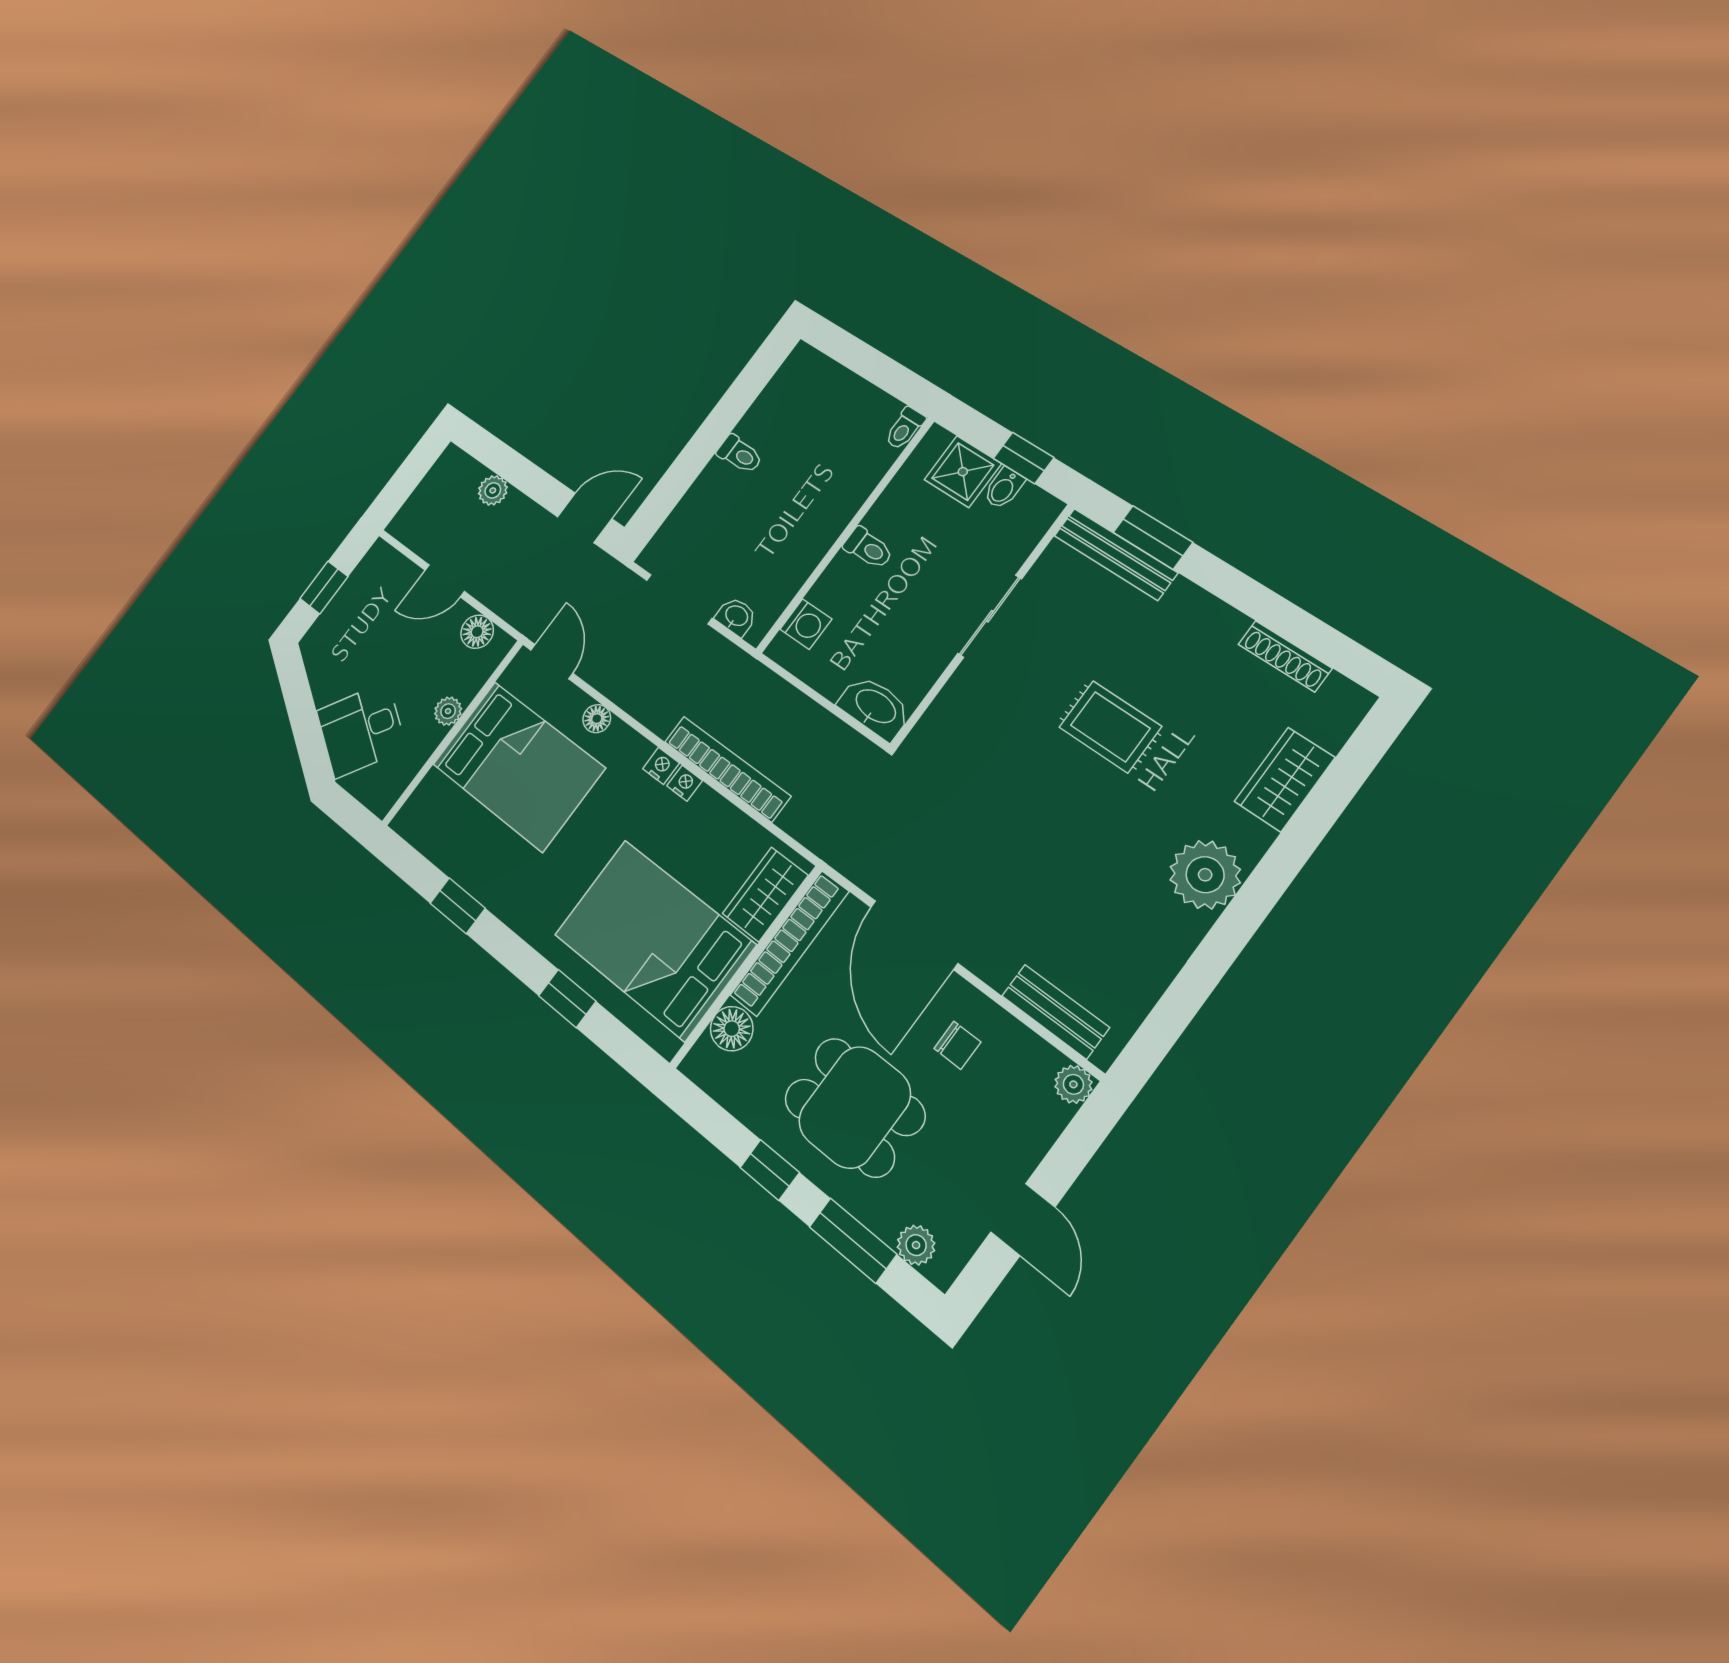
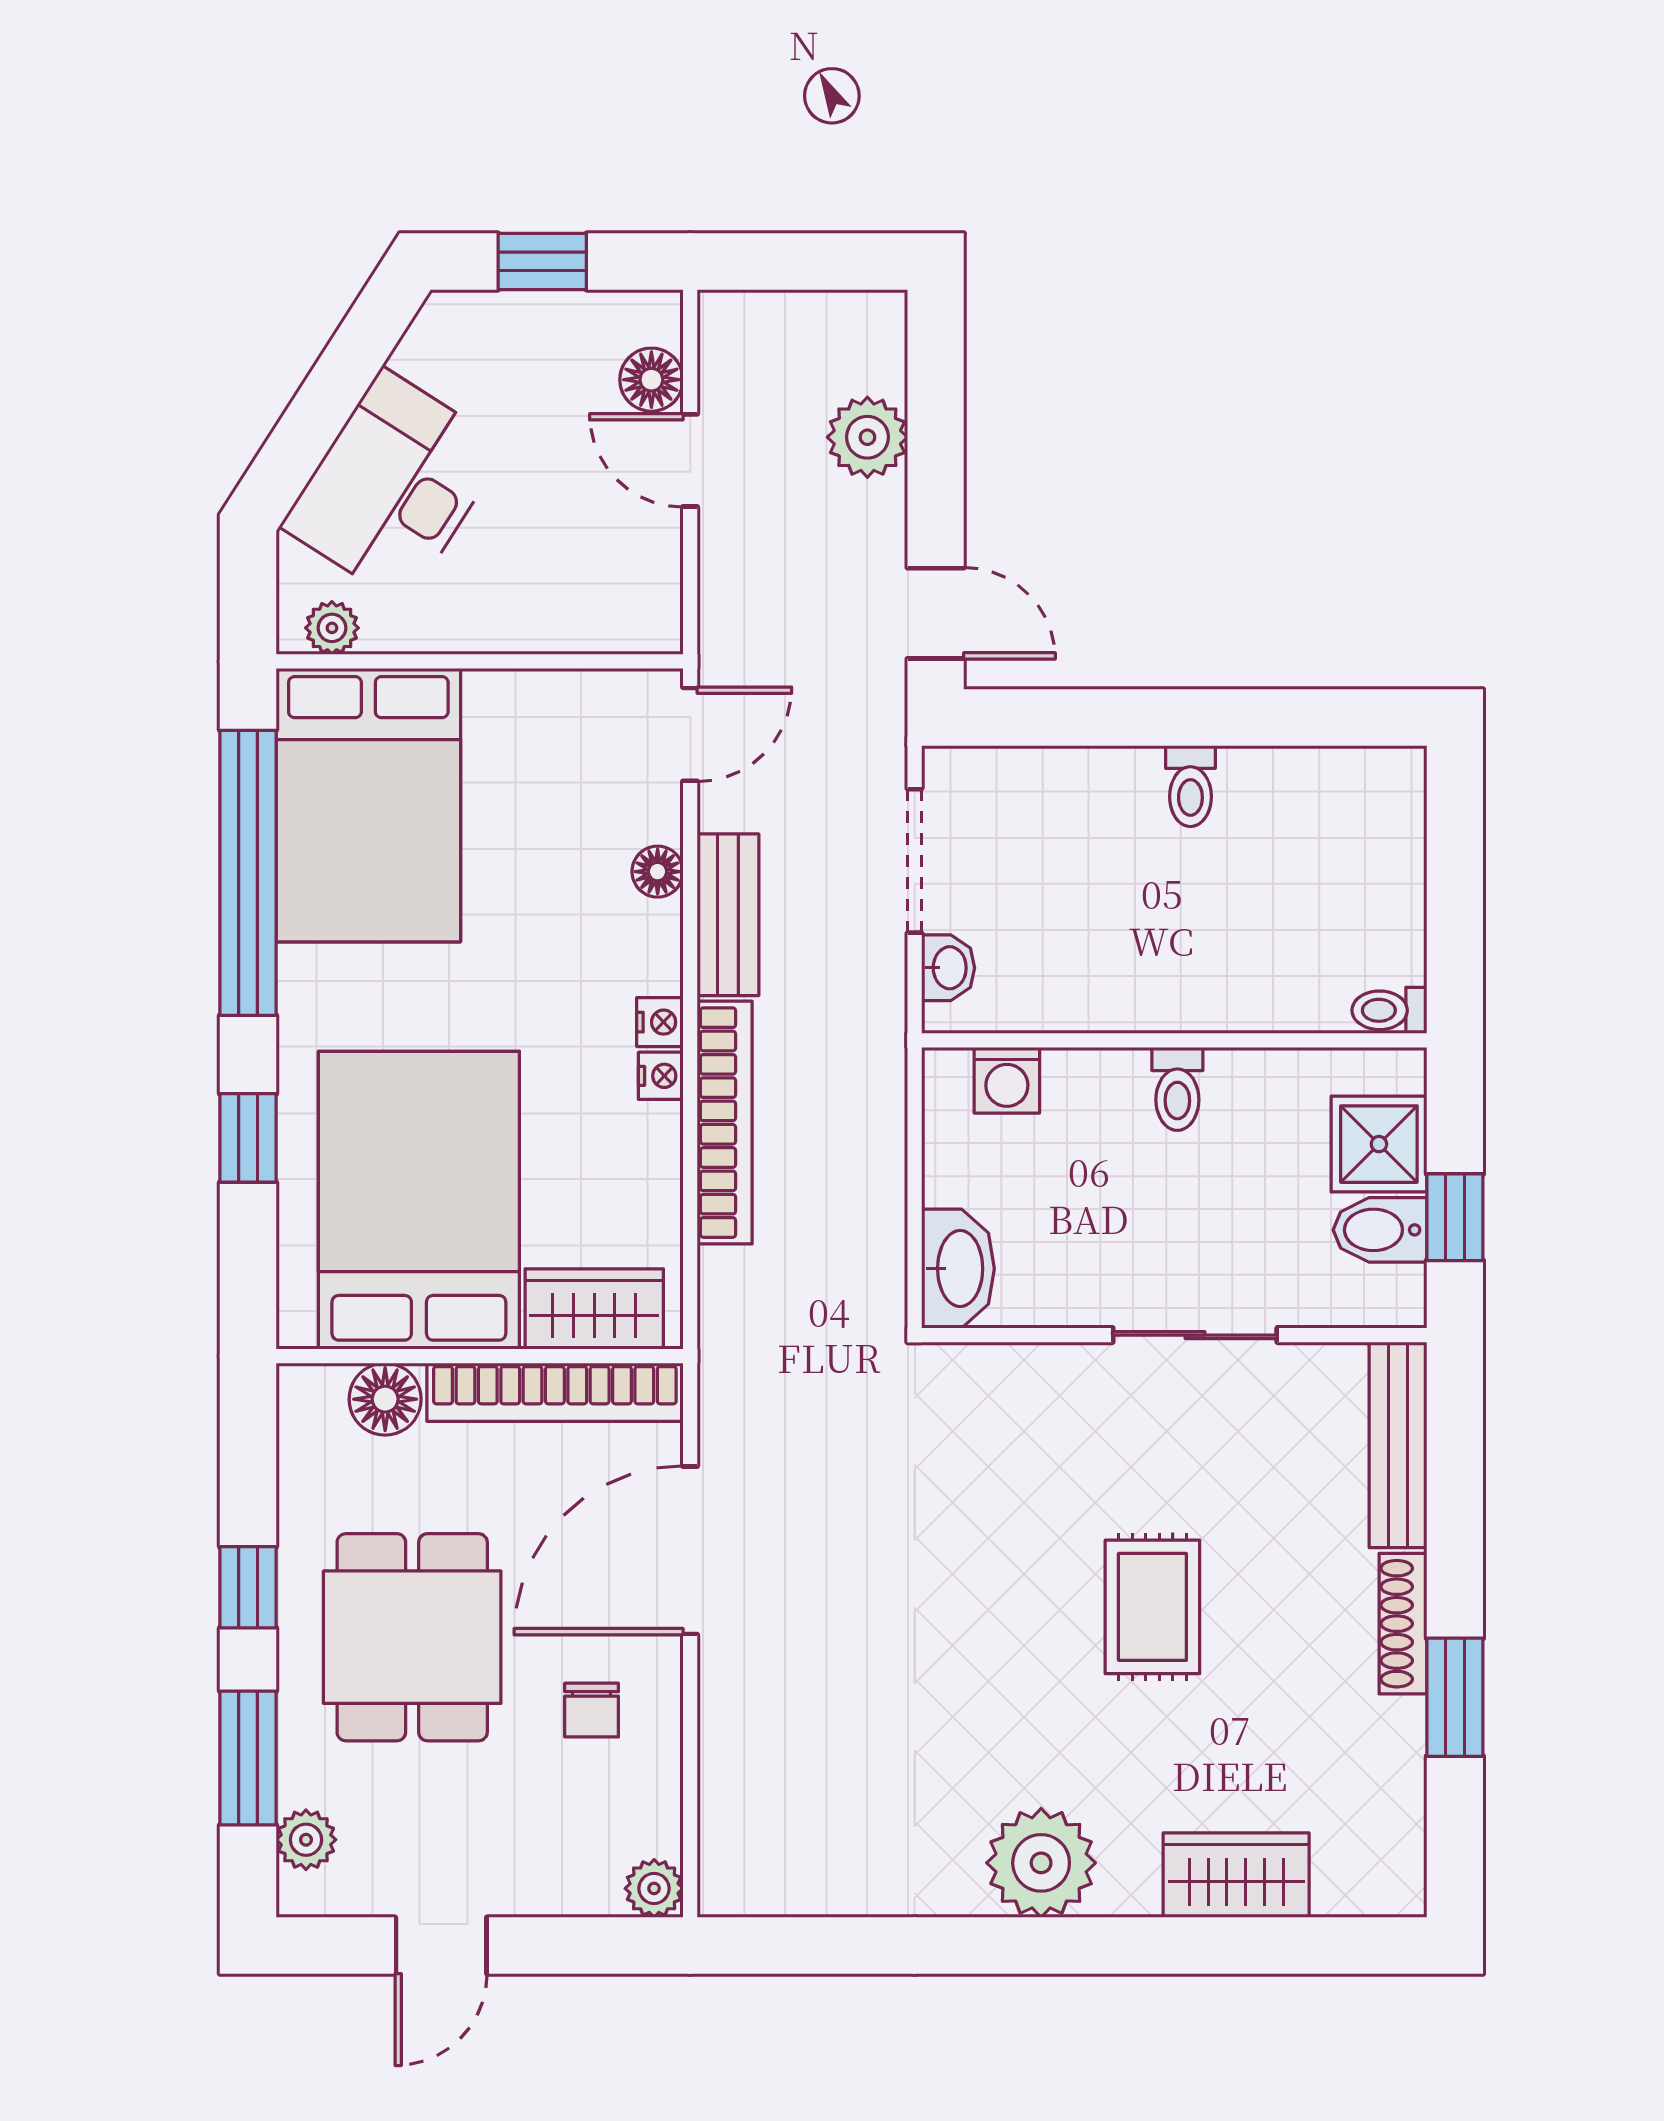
bidet: (1004, 488) -> (1380, 1230), width x1.38, depth x1.36
plant: (493, 490) -> (867, 437), width x1.38, depth x1.38
window: (1153, 537) -> (1455, 1697), moved
floor lamp: (477, 632) -> (651, 380), moved
shoe rack: (1285, 656) -> (1403, 1624), moved
plant: (448, 711) -> (332, 628), moved
desk: (361, 730) -> (394, 487), width x1.37
bed: (518, 766) -> (368, 805), moved
window: (458, 906) -> (248, 873), width x3.17
bench: (1055, 1012) -> (728, 915), moved

